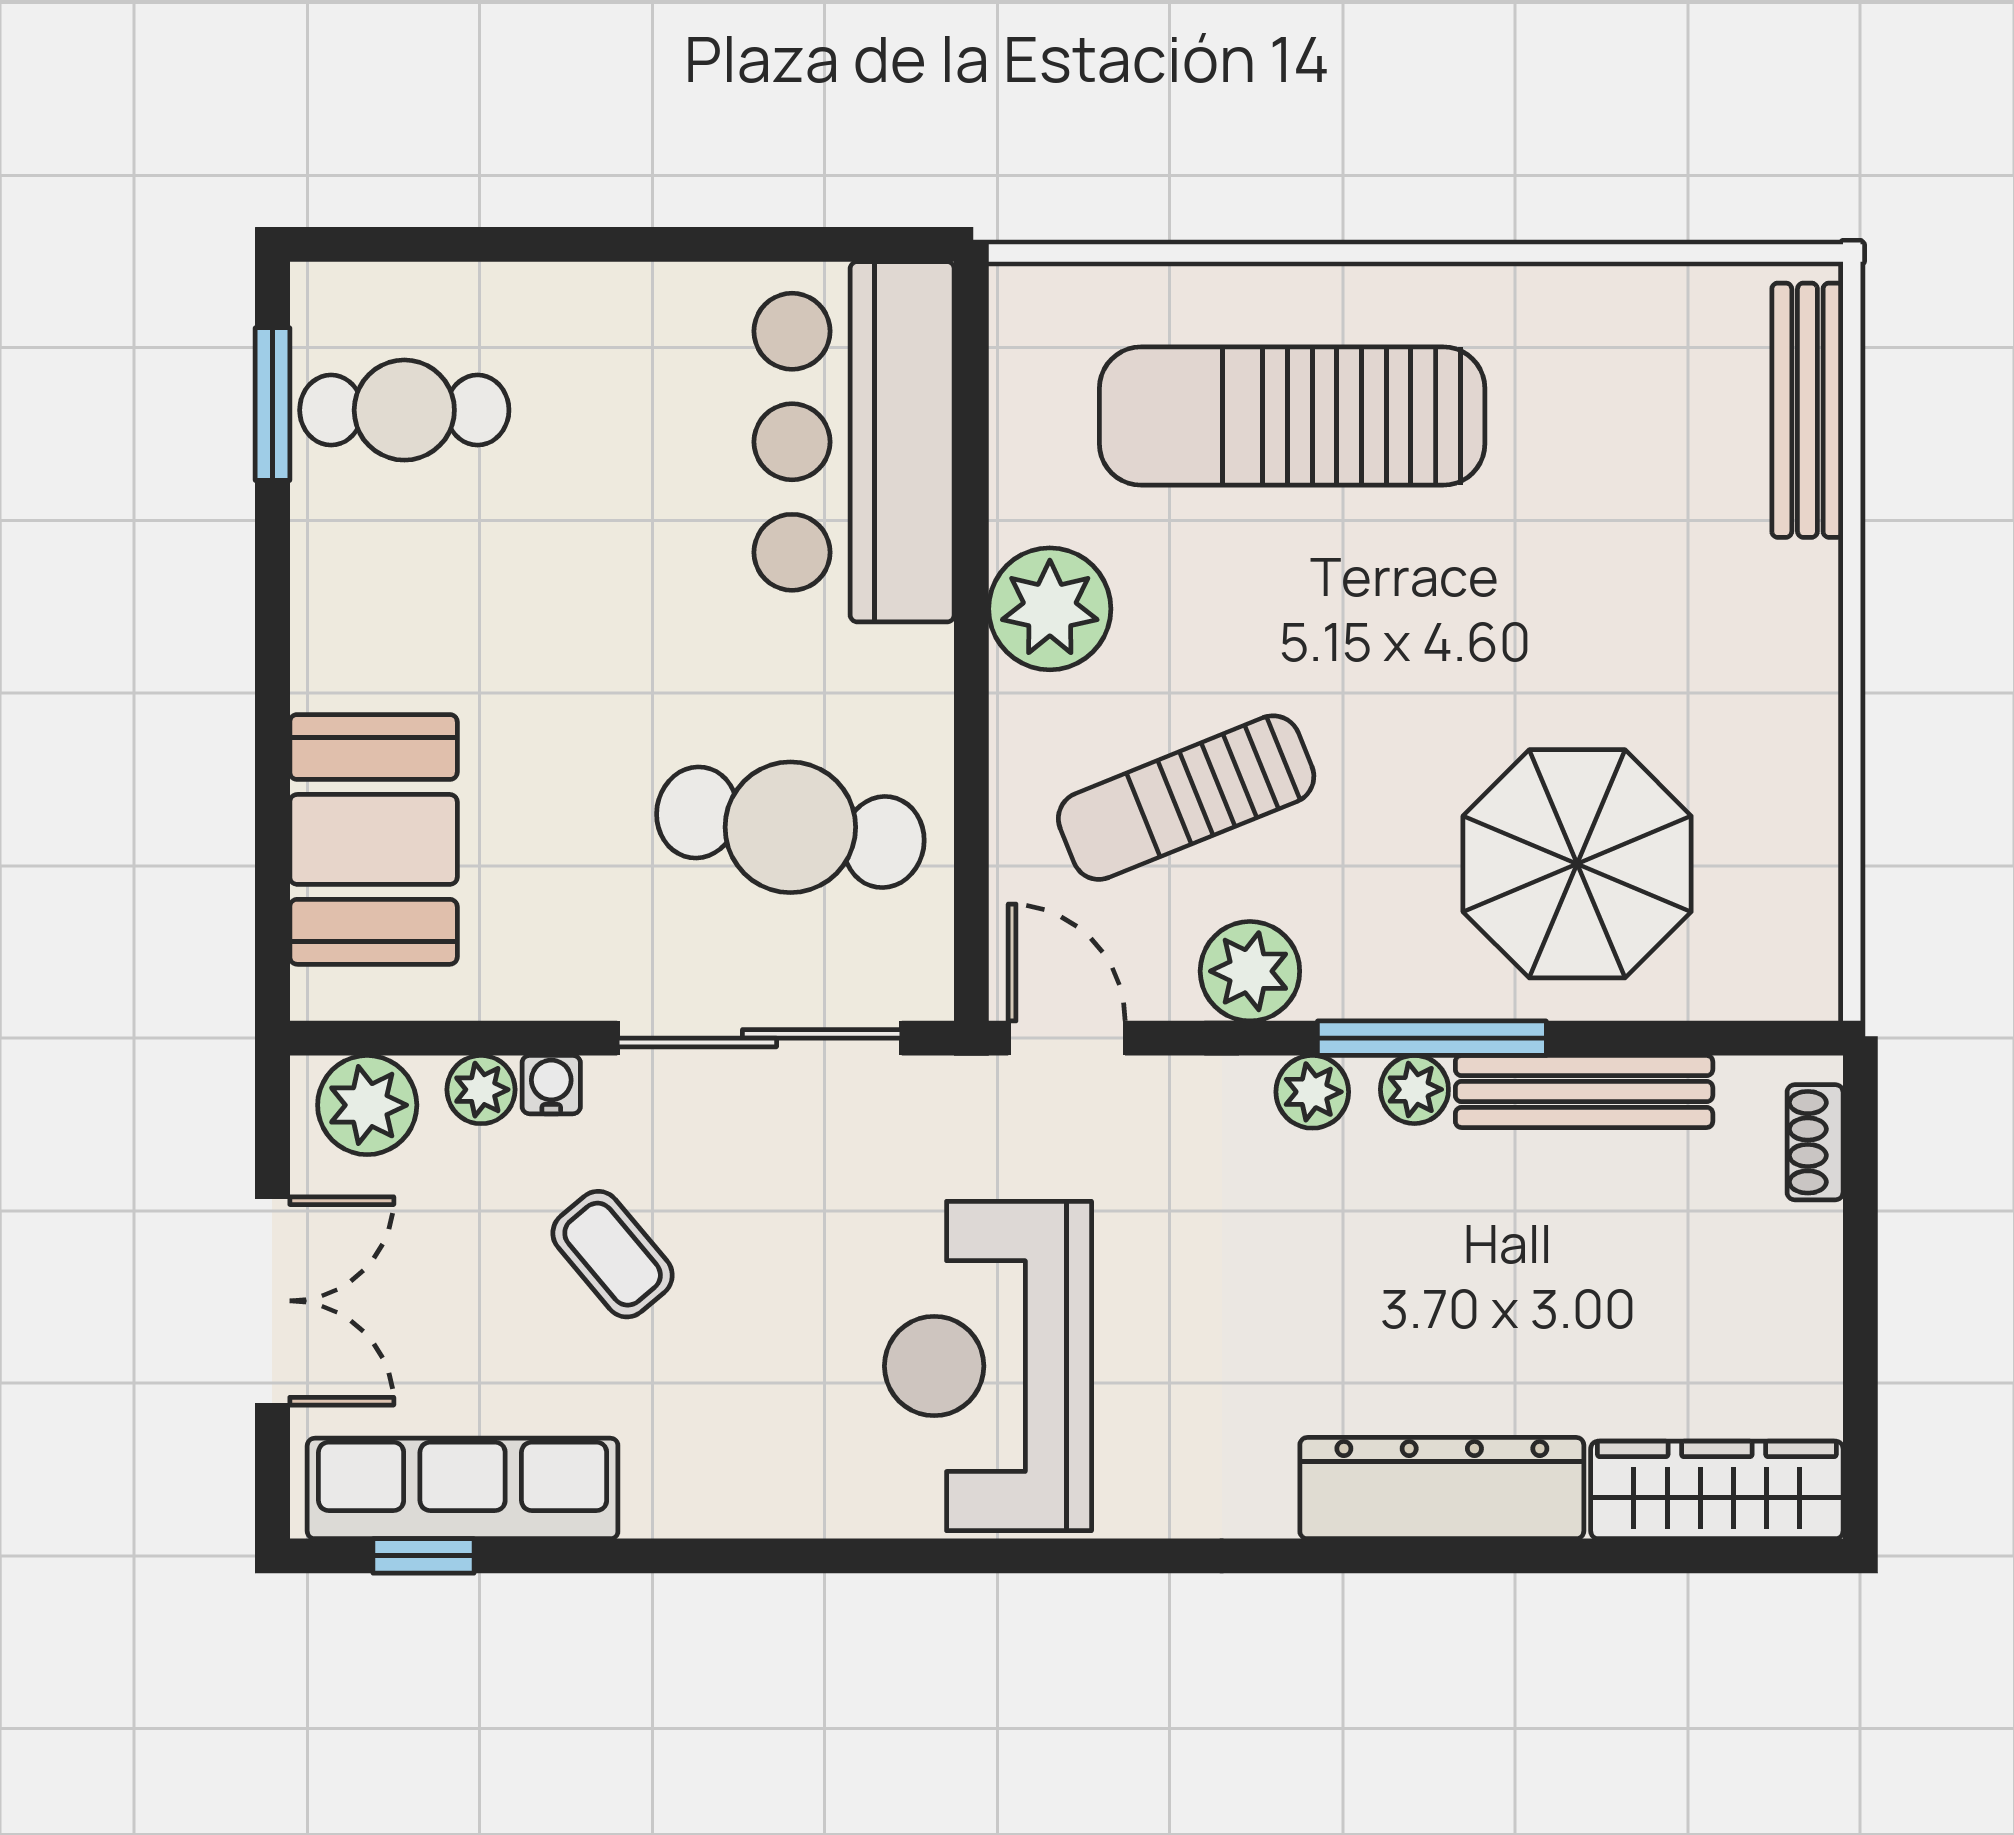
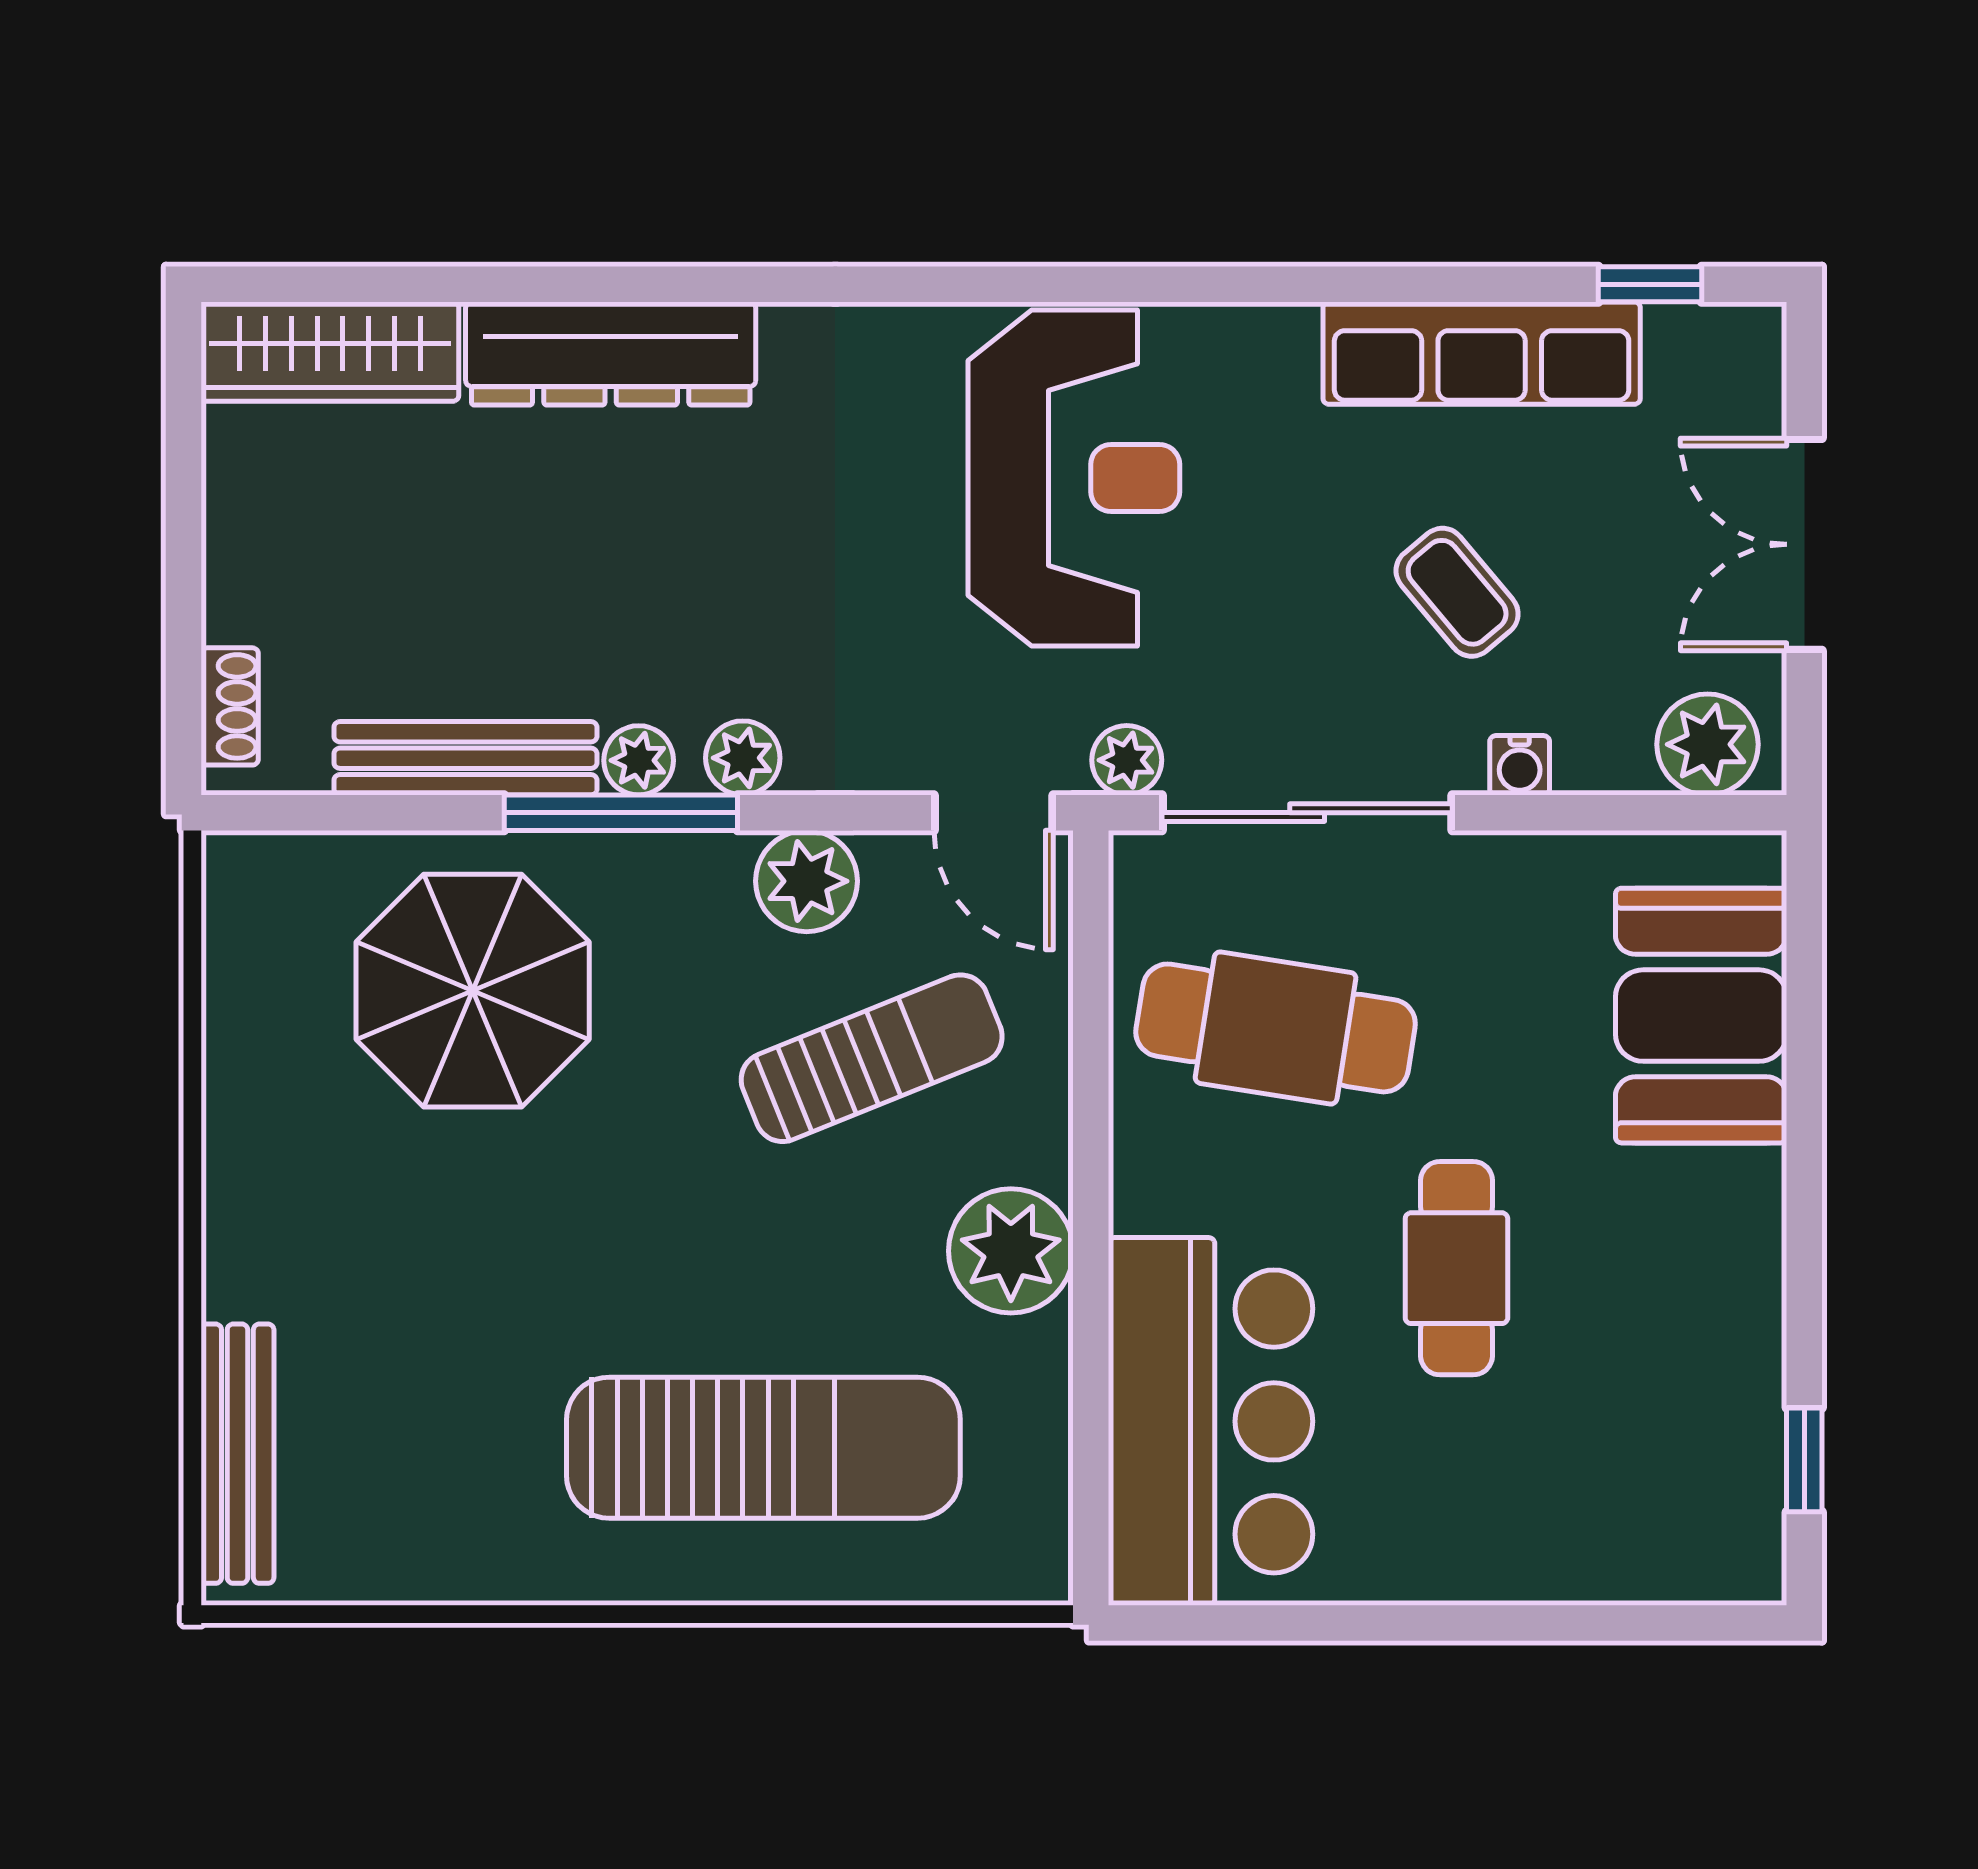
window: (272, 404) -> (1804, 1460), width x0.67
cafe table: (404, 410) -> (1456, 1268), moved, turned 90
plant: (481, 1090) -> (1127, 760), moved
row of seats: (463, 1488) -> (1482, 353), moved

